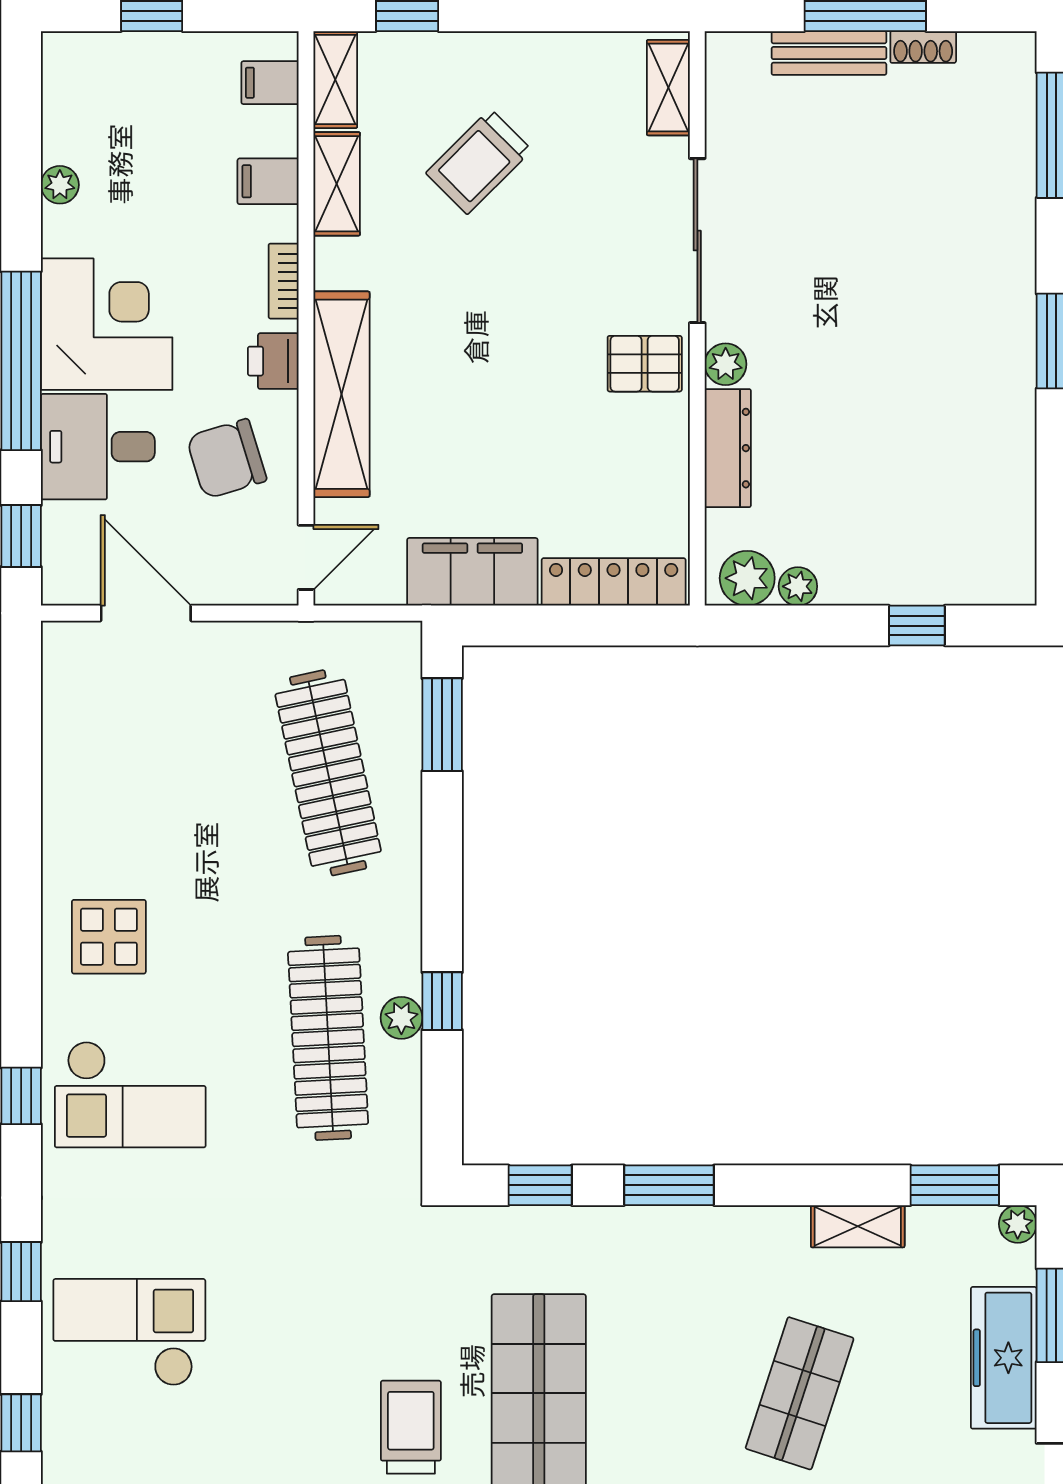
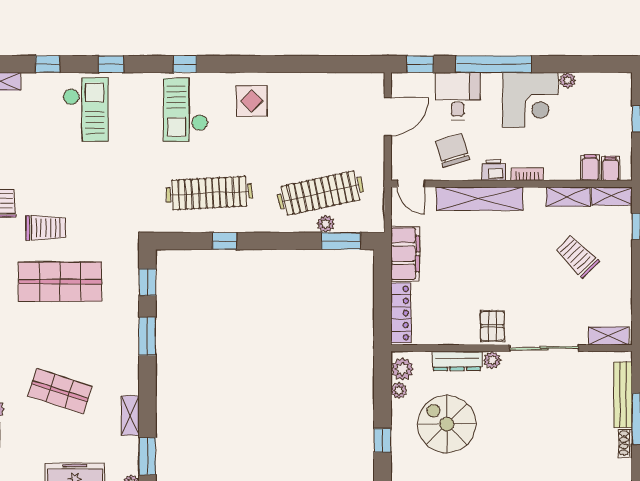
bench: (829, 53) -> (623, 395), width x1.36
filing cabinet: (268, 181) -> (590, 168), moved
corner desk: (107, 324) -> (530, 100), moved
spiral stairs: (878, 473) -> (447, 424), added
plant: (401, 1018) -> (326, 224), moved

